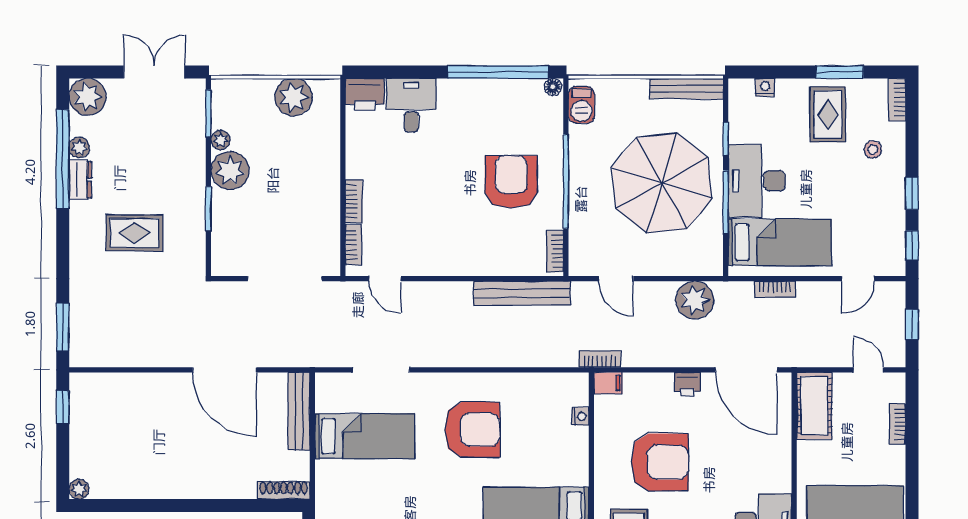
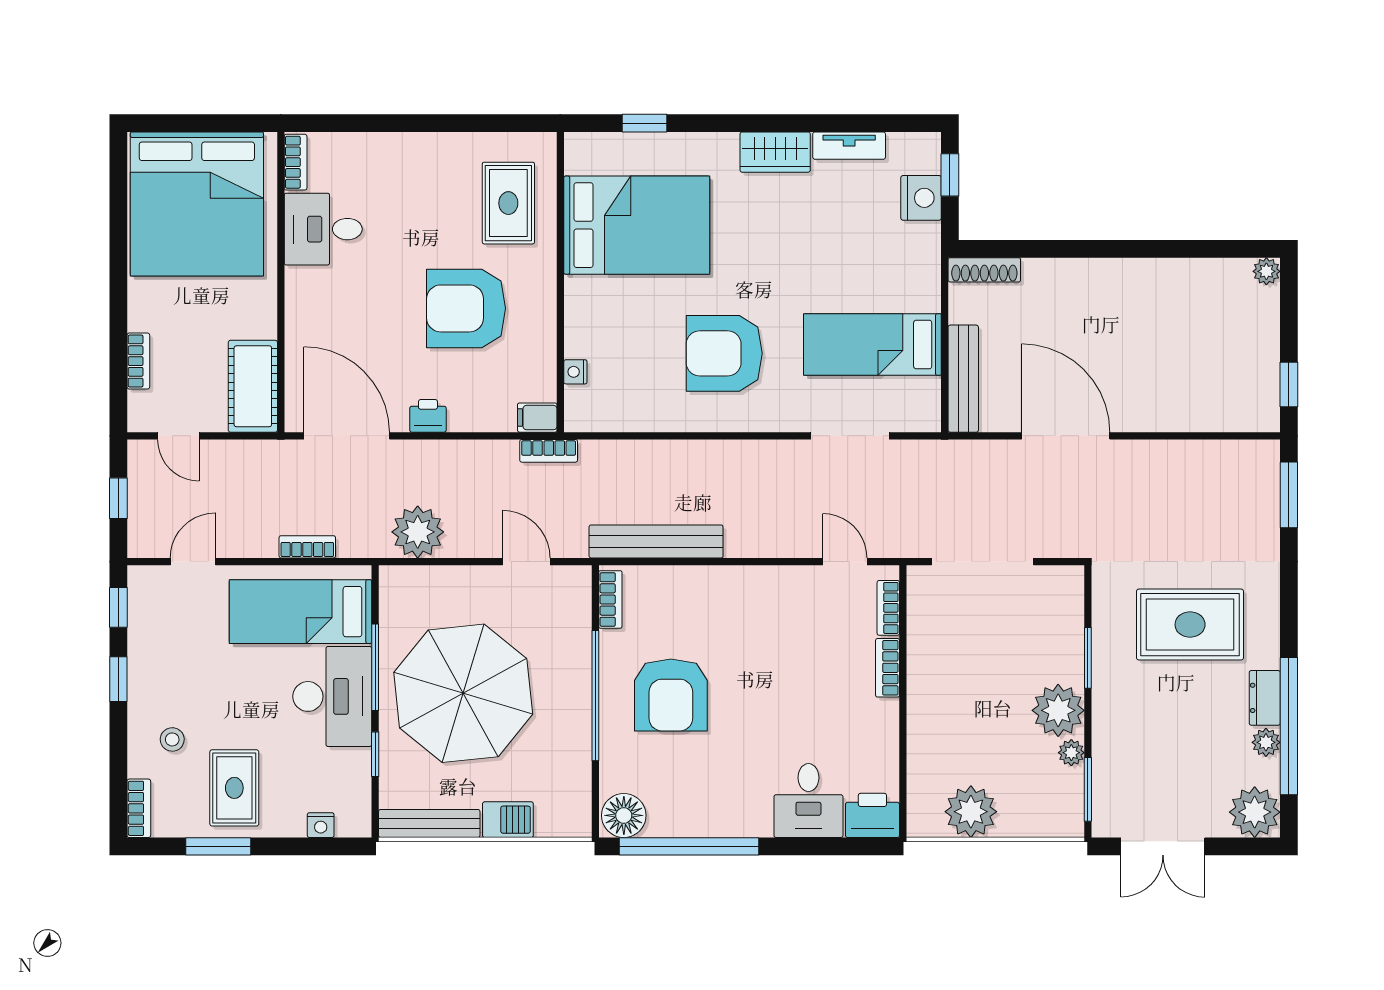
floor lamp: (553, 87) -> (624, 815), width x1.89, depth x1.89
barbecue: (582, 105) -> (508, 820), moved, turned 90
rug: (134, 233) -> (1190, 625), width x1.36, depth x1.43

